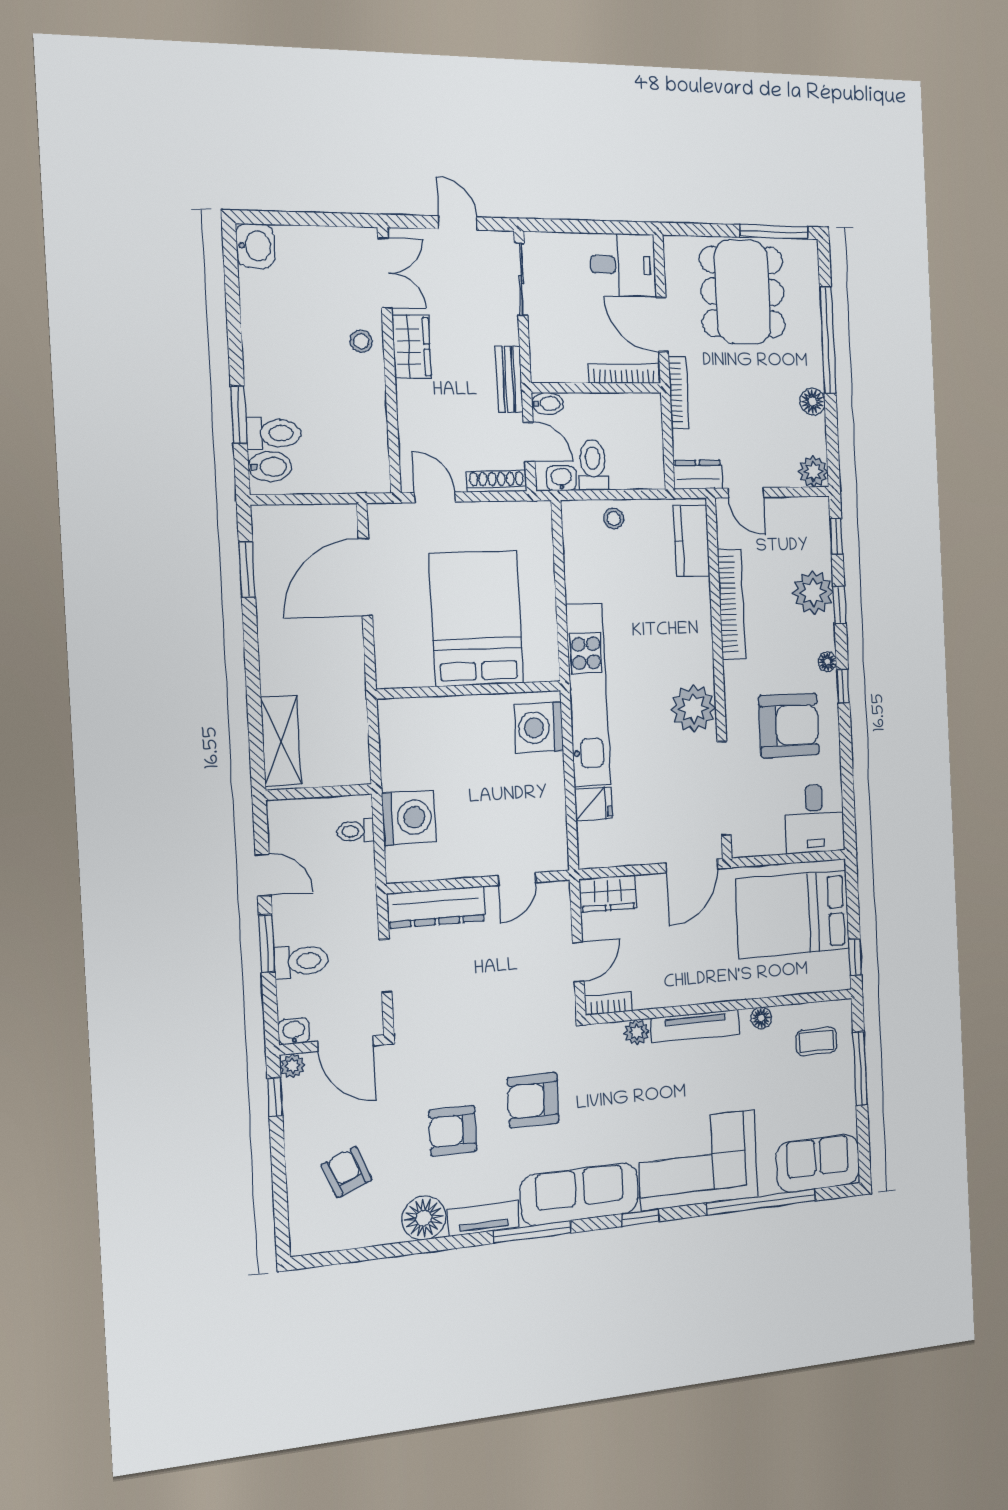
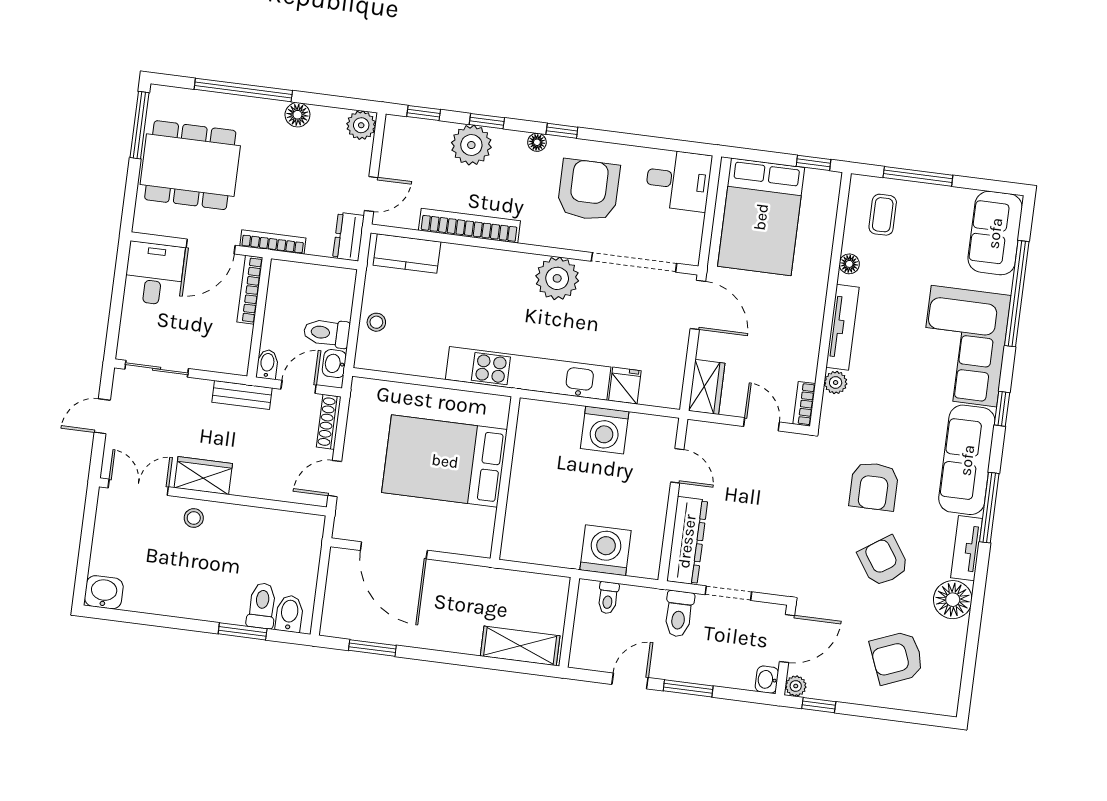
washing machine: (539, 728) -> (605, 430), moved
toilet: (301, 961) -> (679, 614), moved, turned 180
armchair: (453, 1131) -> (883, 561), turned 146
armchair: (346, 1172) -> (897, 658), width x1.38, depth x1.38

